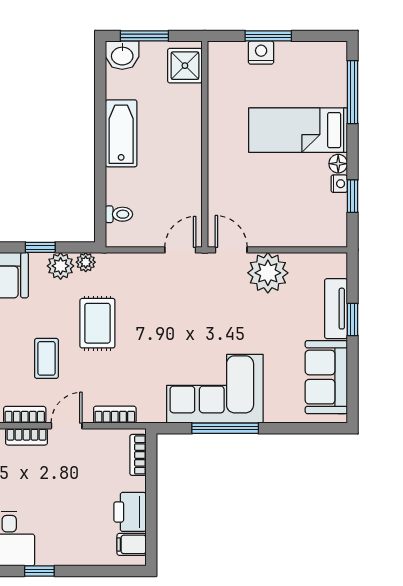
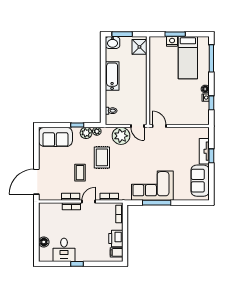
bed: (298, 130) -> (188, 58), moved, turned -90
door: (180, 250) -> (137, 126), swing flipped
plant: (268, 273) -> (121, 136), moved

